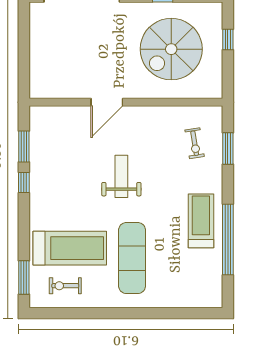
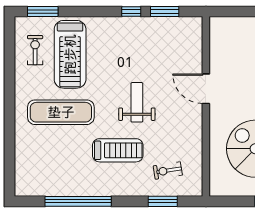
weight bench: (121, 176) -> (137, 102), turned -90
treadmill: (201, 221) -> (118, 150), moved

